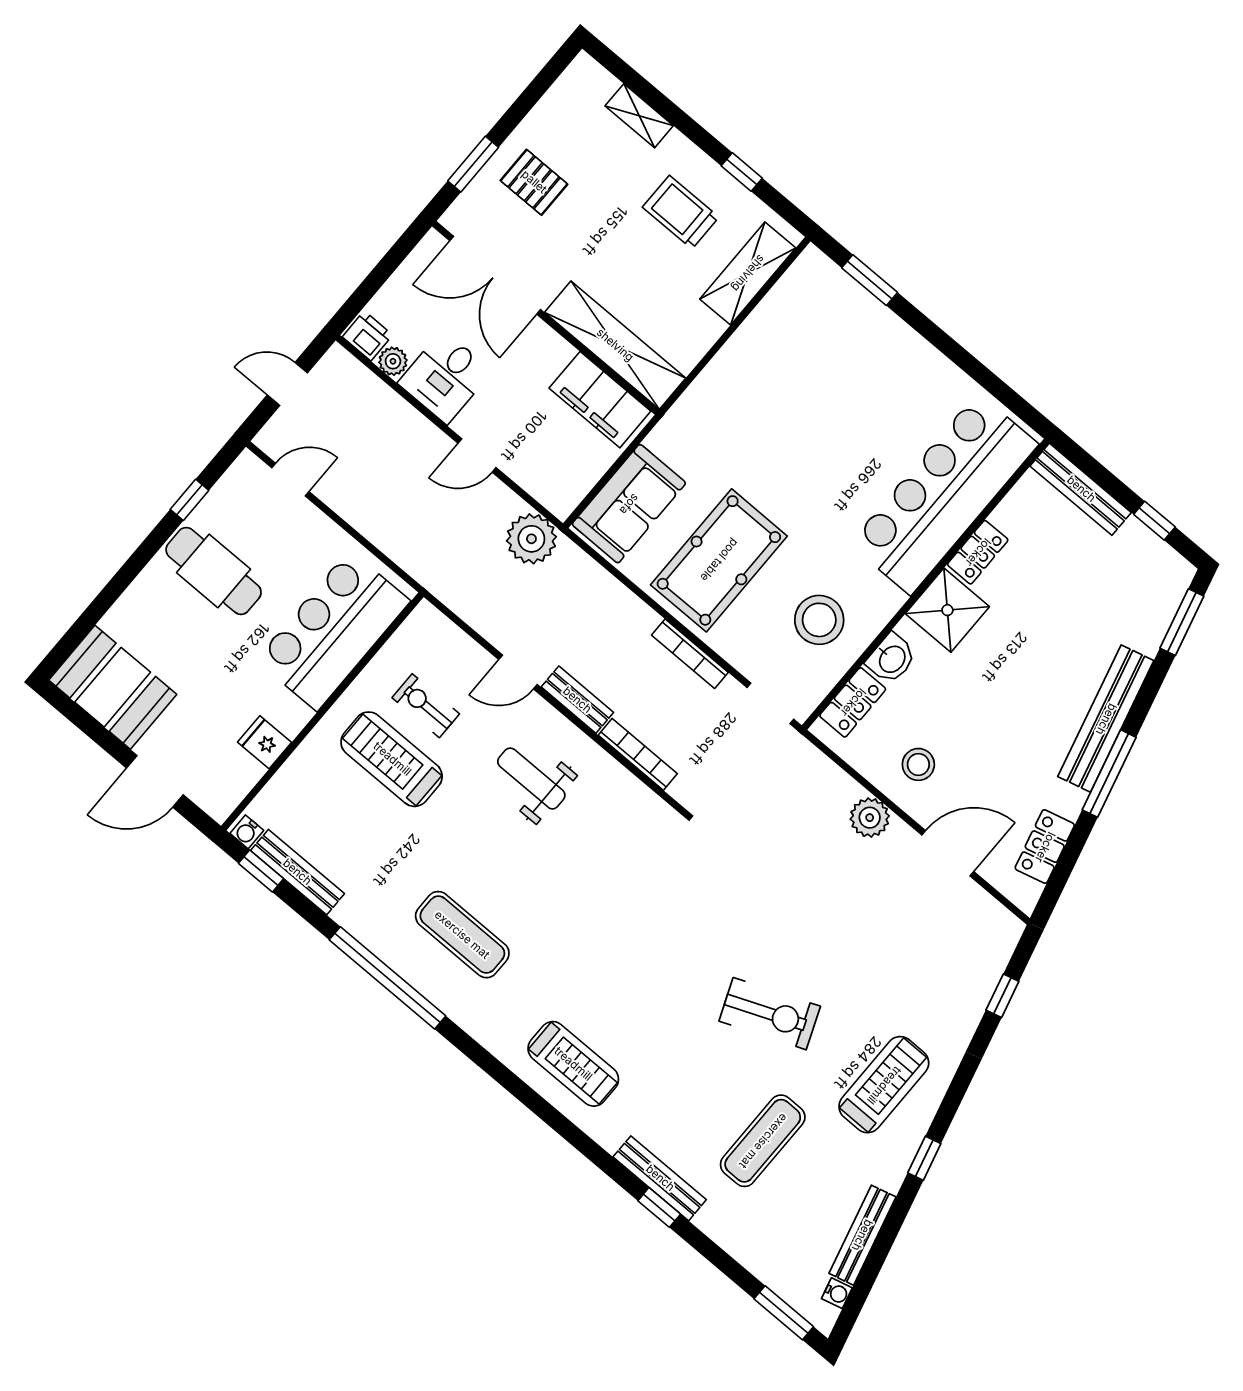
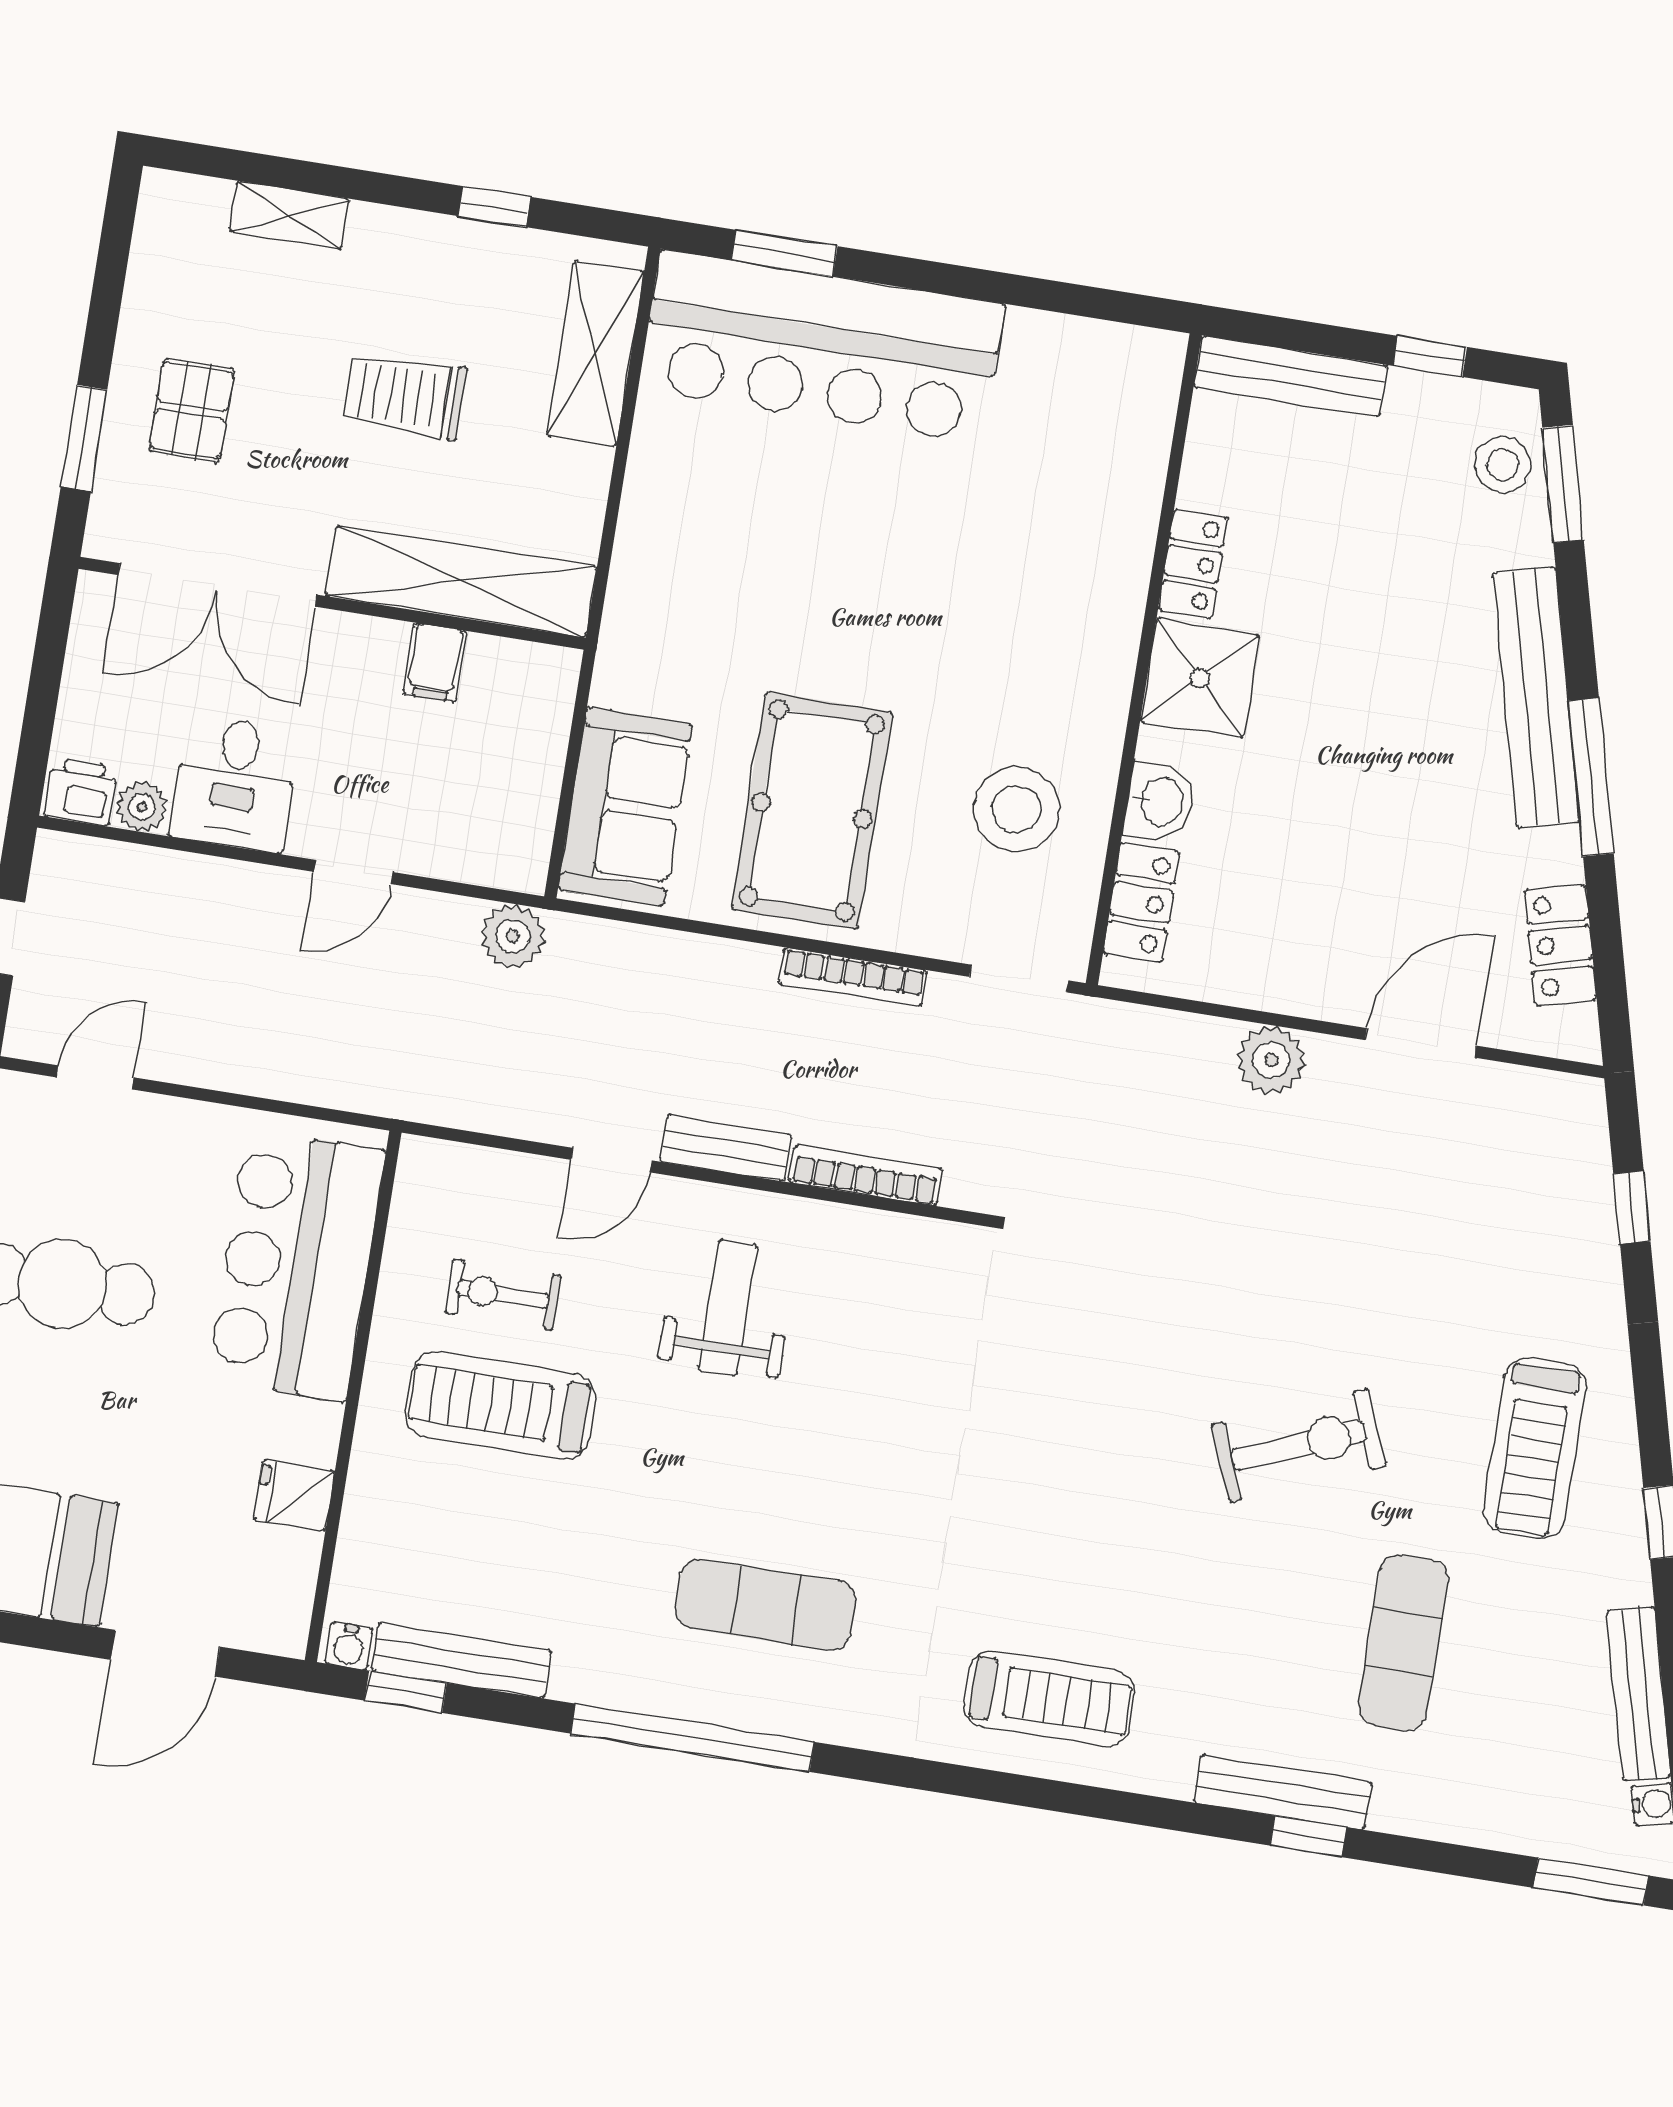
pallet: (534, 182) -> (192, 410), turned 90
trolley: (681, 212) -> (405, 396), moved
filing cabinet: (600, 400) -> (435, 662), width x0.33, depth x0.86
bar counter: (944, 494) -> (822, 347), moved, turned -90
plant: (531, 539) -> (513, 936), width x0.73, depth x0.73
stool: (918, 764) -> (1503, 465), moved
weight bench: (531, 778) -> (728, 1308), turned 90
treadmill: (884, 1085) -> (1534, 1448), turned 180

